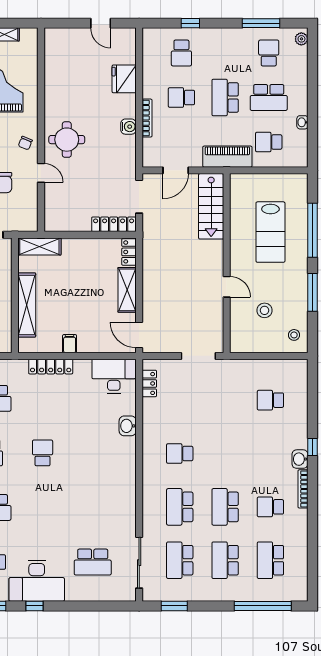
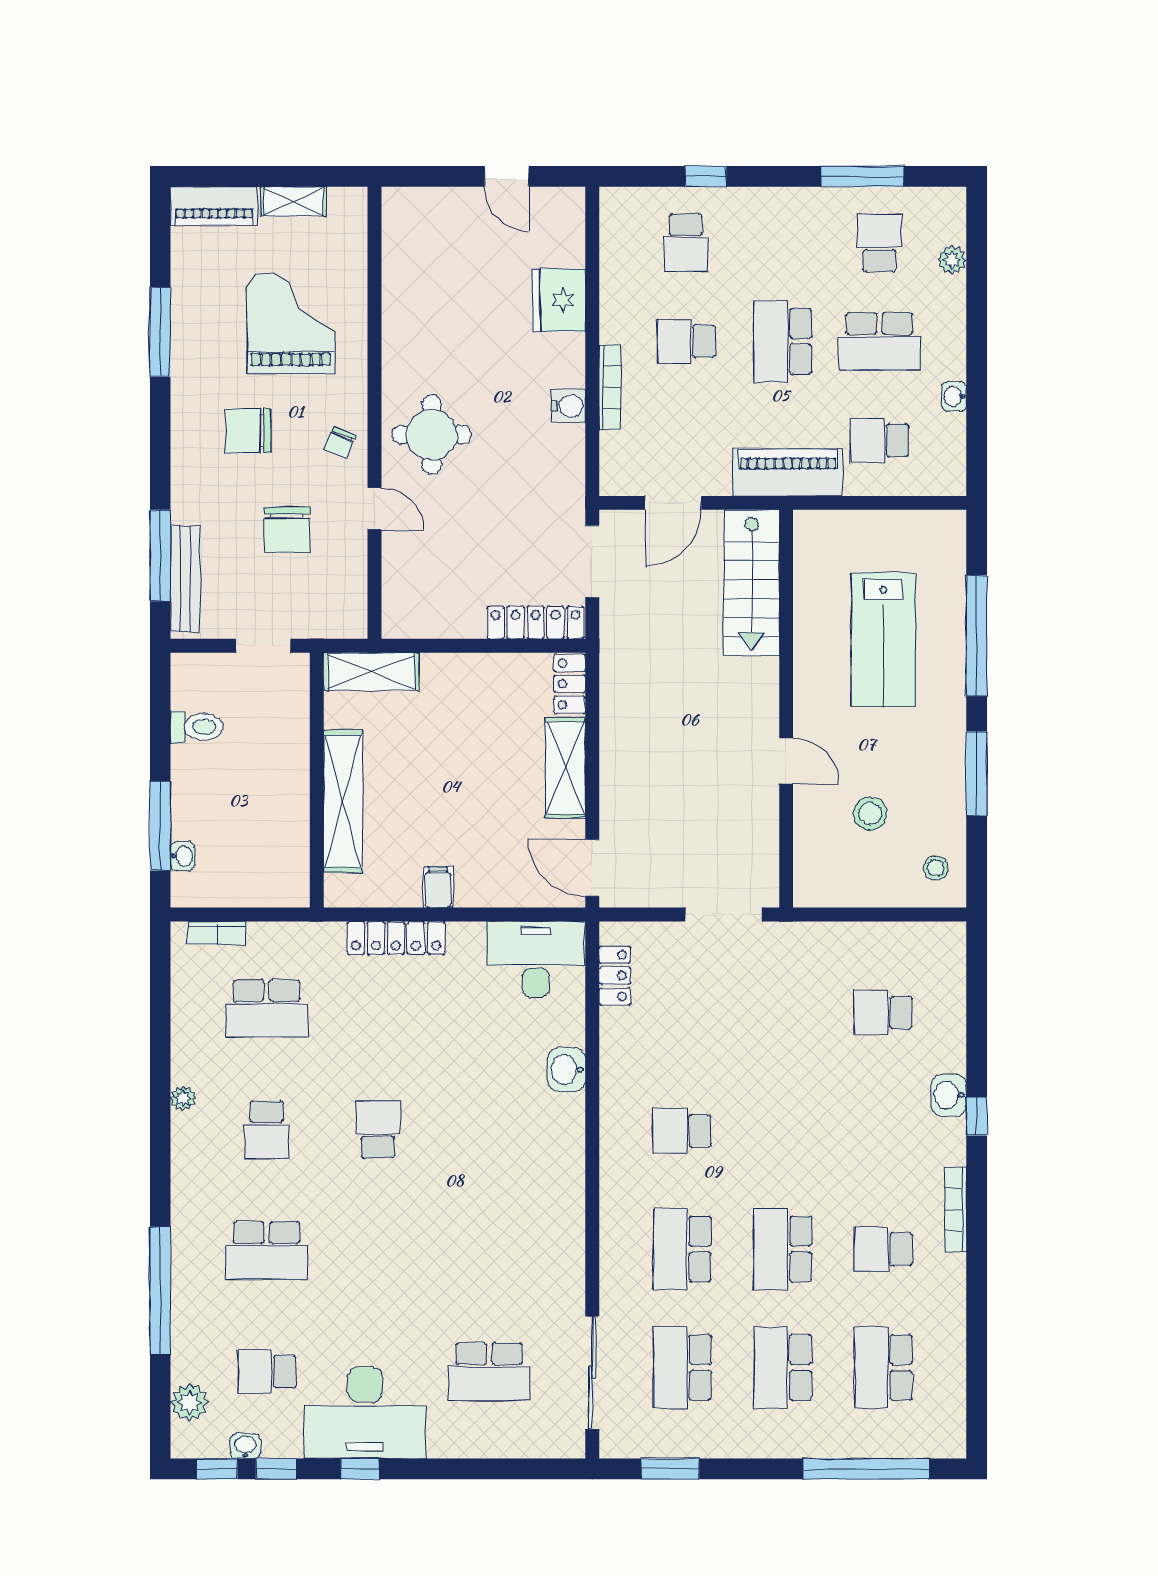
plant: (301, 39) -> (952, 260), moved
washbasin: (300, 459) -> (949, 1095), moved

